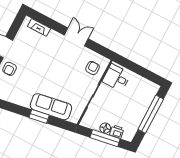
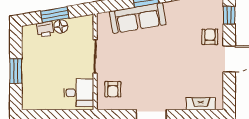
window: (151, 114) -> (16, 71), width x0.47
window: (105, 138) -> (55, 15), width x0.69

